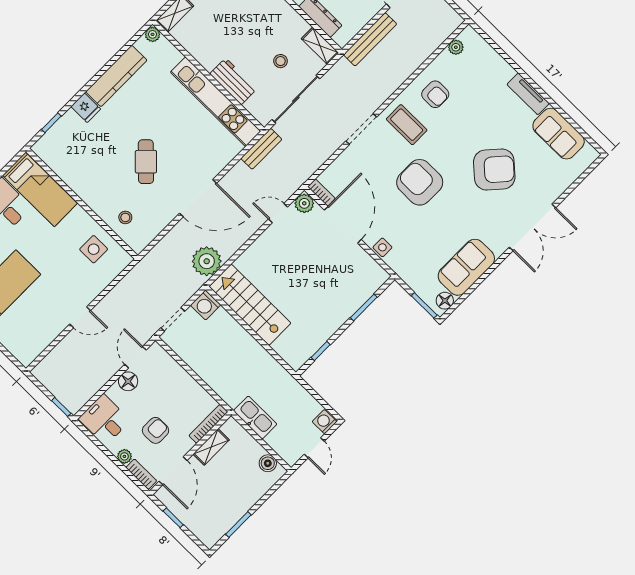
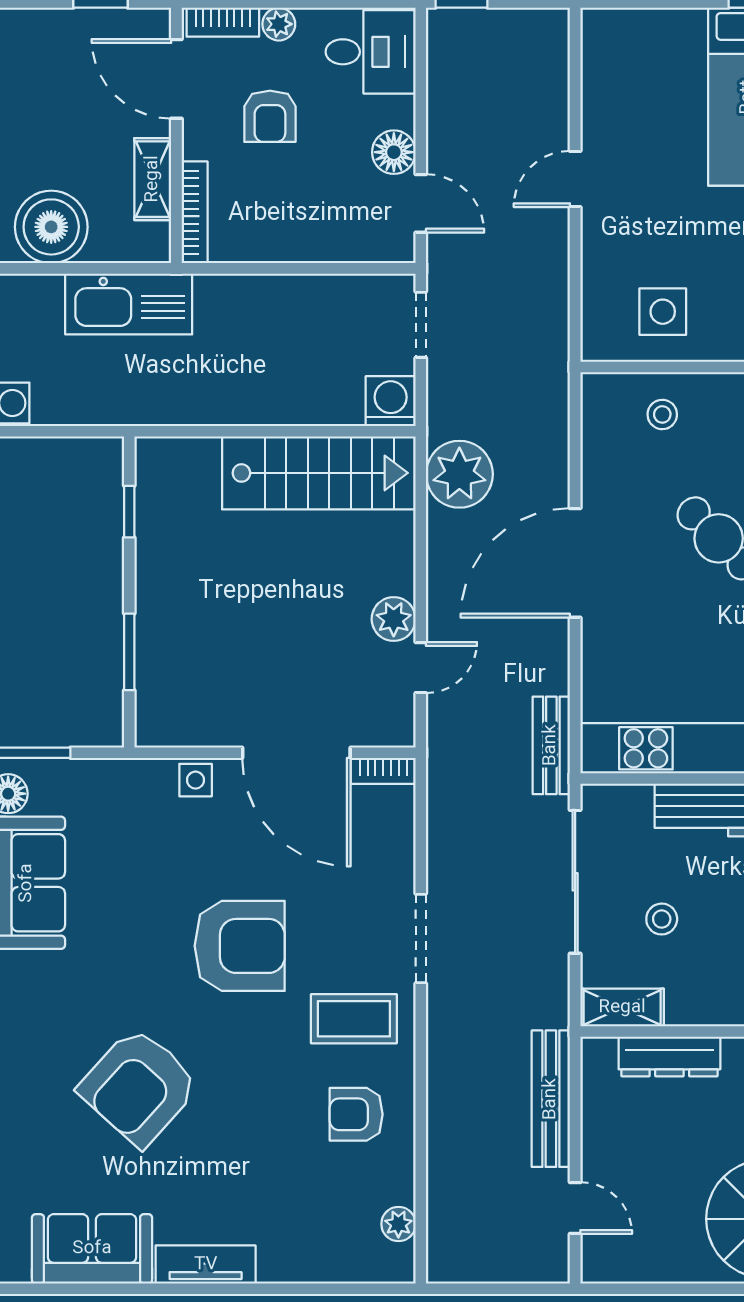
plant: (304, 203) -> (394, 619), moved
kitchen sink: (255, 417) -> (129, 304), width x1.36, depth x1.24
boiler: (268, 463) -> (51, 227), width x1.86, depth x1.86

